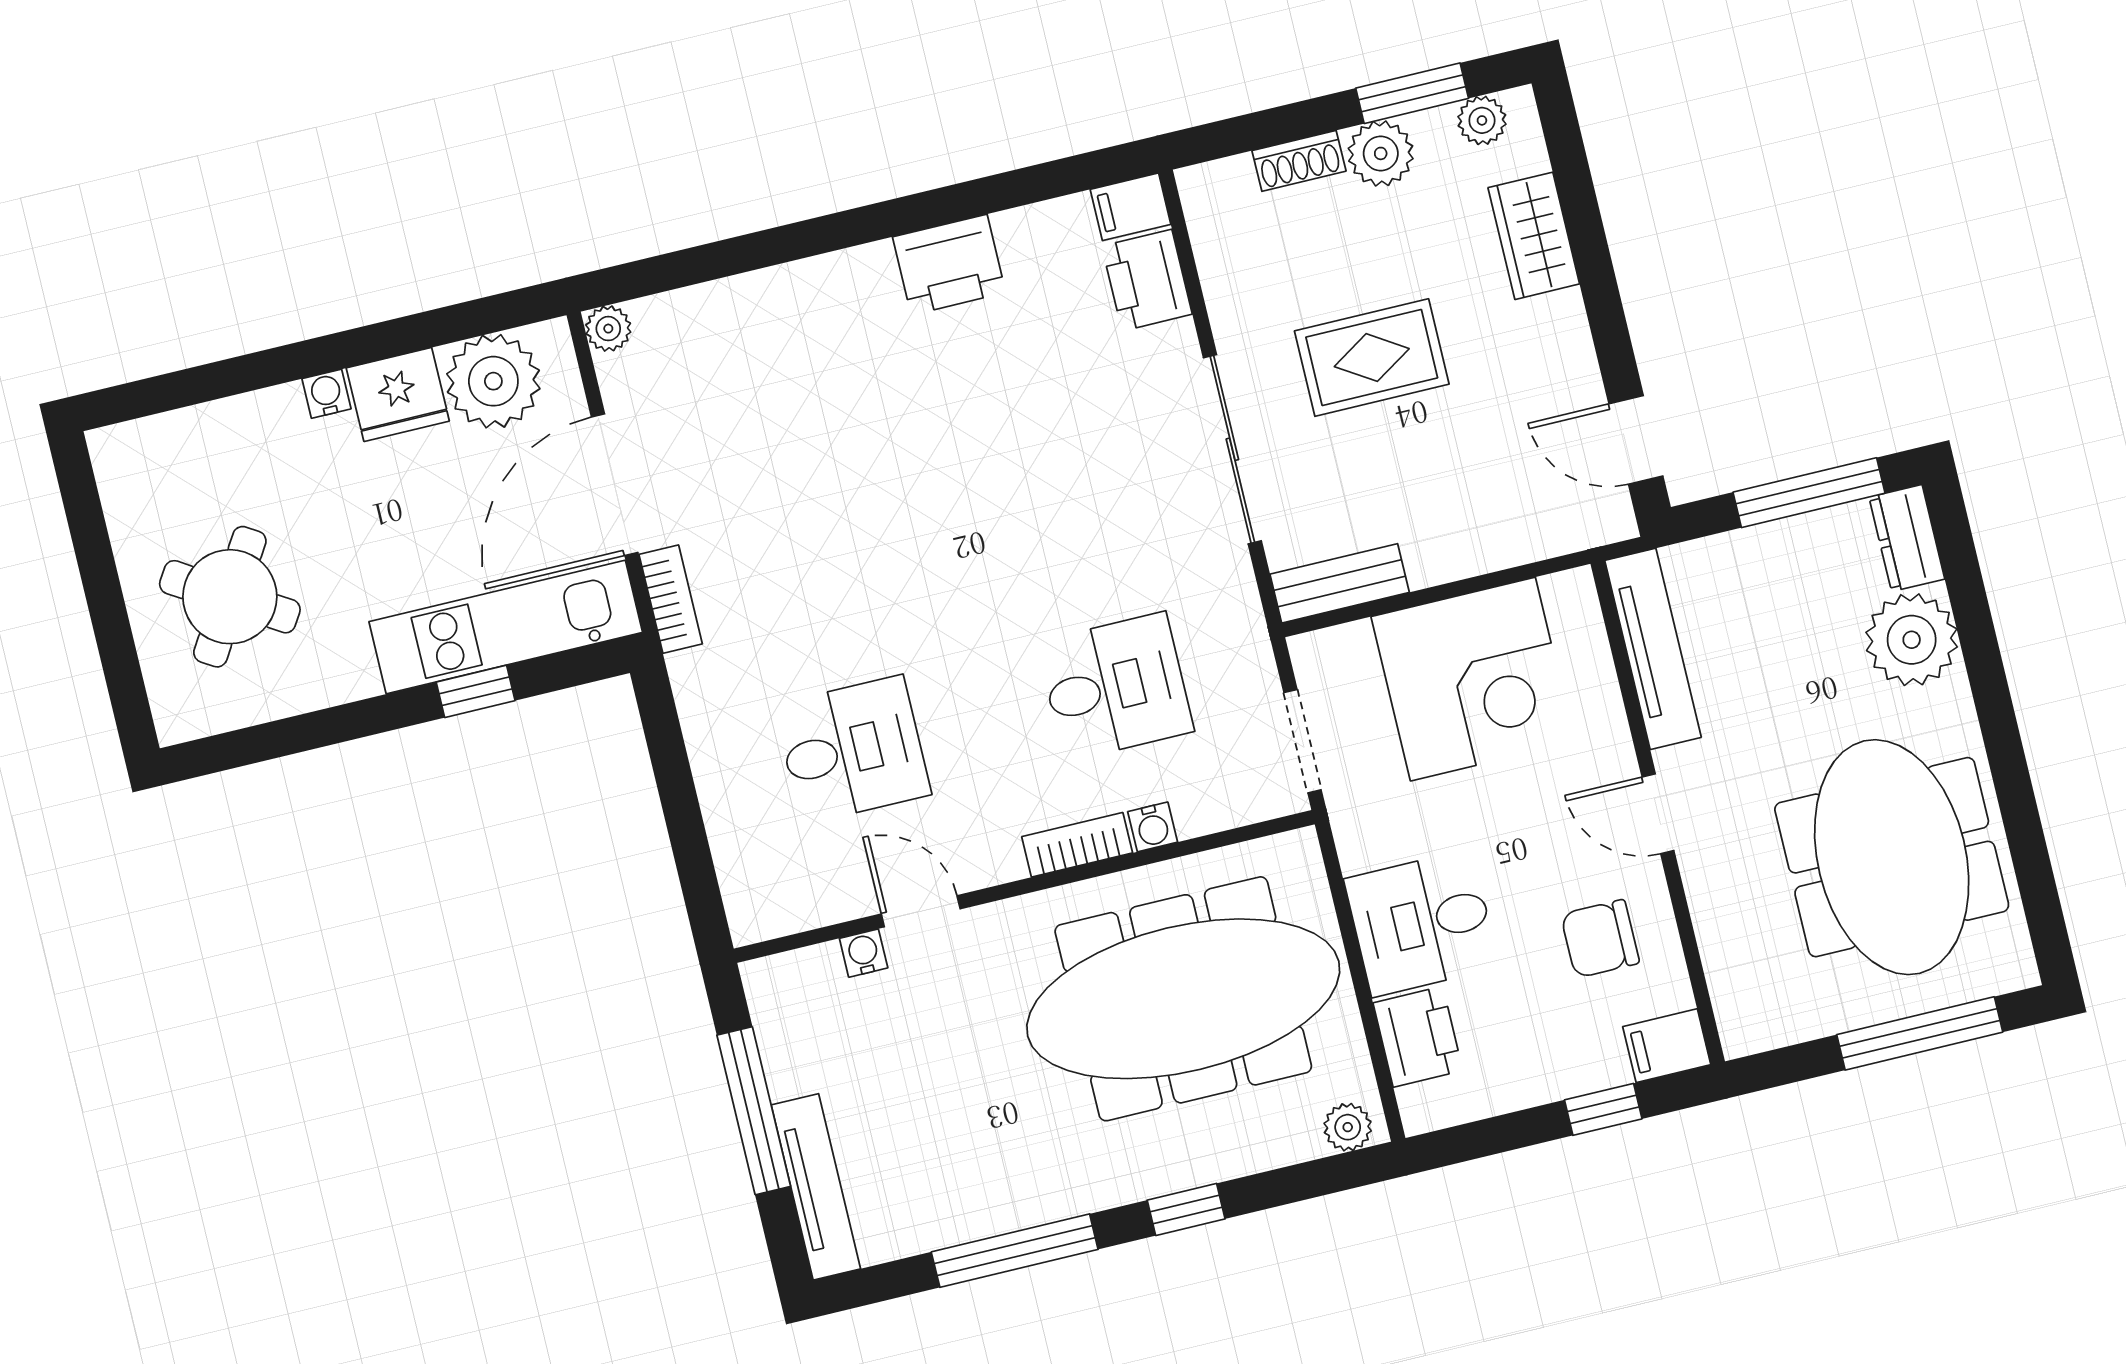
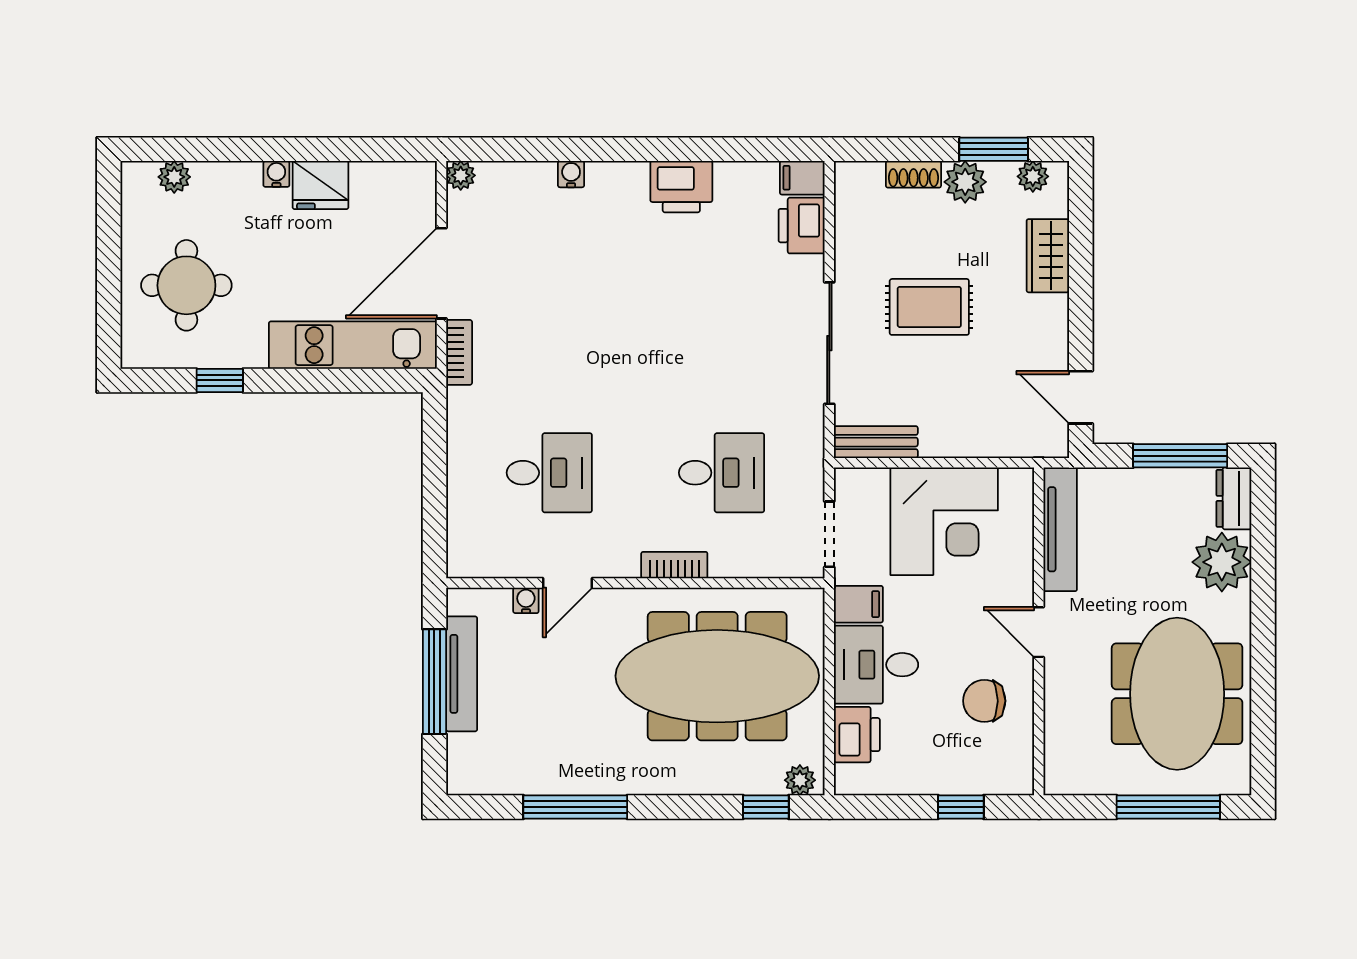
plant: (493, 381) -> (174, 177), moved, width x0.53, depth x0.53
round table: (230, 597) -> (186, 285), turned -32
window: (476, 691) -> (220, 380), moved
water cooler: (1153, 827) -> (571, 174), moved, turned 180
door: (921, 911) -> (568, 583), swing flipped
filing cabinet: (1667, 1046) -> (858, 604), moved, turned 180
tv unit: (816, 1187) -> (462, 674), moved
window: (1186, 1209) -> (766, 807), moved

